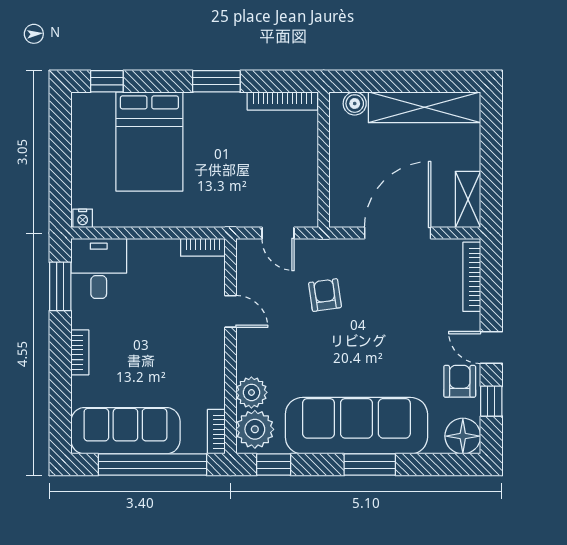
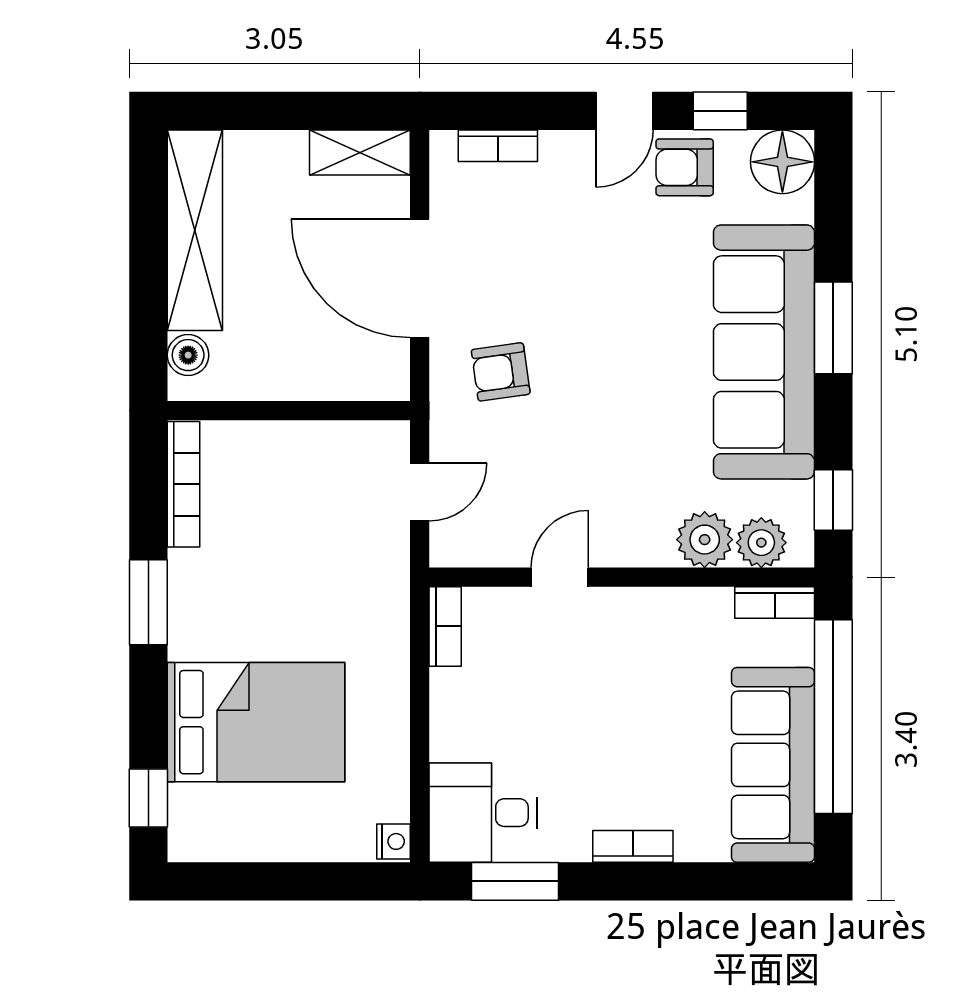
bookcase: (472, 277) -> (498, 146), width x0.64
armchair: (325, 295) -> (501, 372), moved
plant: (255, 429) -> (761, 543), width x0.73, depth x0.73

